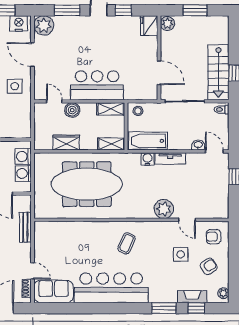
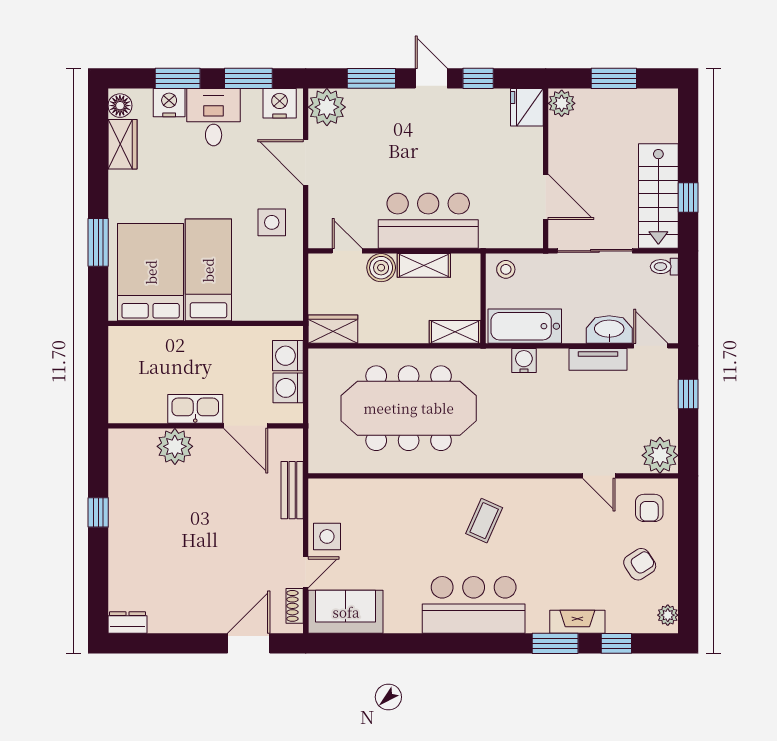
shelving: (111, 109) -> (424, 265), moved
wardrobe: (66, 142) -> (333, 329), moved
washbasin: (198, 145) -> (609, 329), width x1.91, depth x1.45
tv unit: (170, 158) -> (598, 359), moved
plant: (164, 209) -> (660, 455), moved
armchair: (214, 237) -> (649, 508), turned -90
side table: (181, 254) -> (327, 536), moved
door: (32, 271) -> (306, 572), hinge flipped
bar counter: (111, 288) -> (474, 605), width x0.73
fireplace: (192, 297) -> (577, 622), moved

